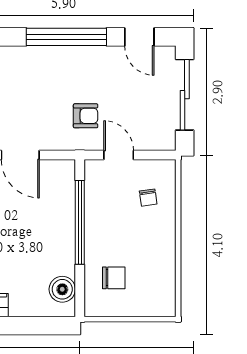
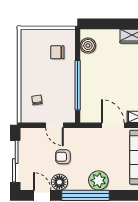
floor lamp: (110, 59) -> (59, 182), added
plant: (45, 62) -> (98, 180), added
armchair: (86, 116) -> (63, 157), moved

